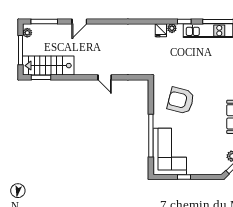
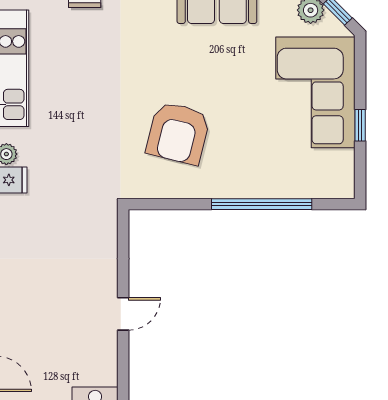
corner sofa: (170, 152) -> (315, 92), moved, turned -90

